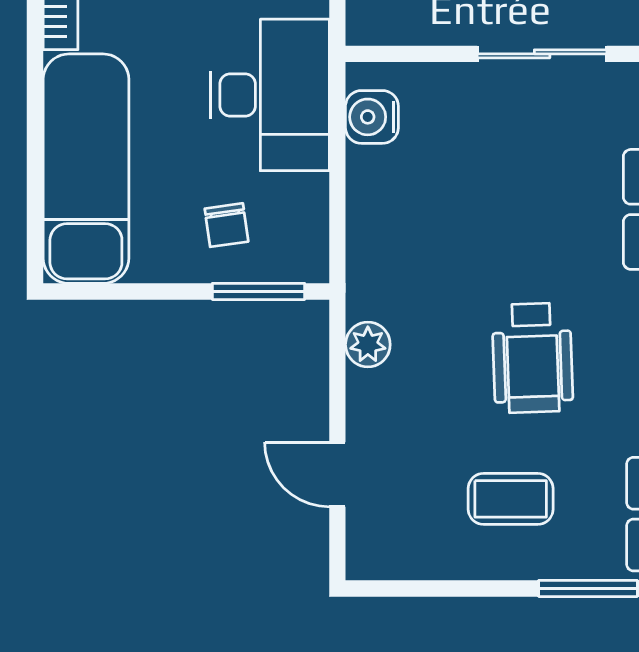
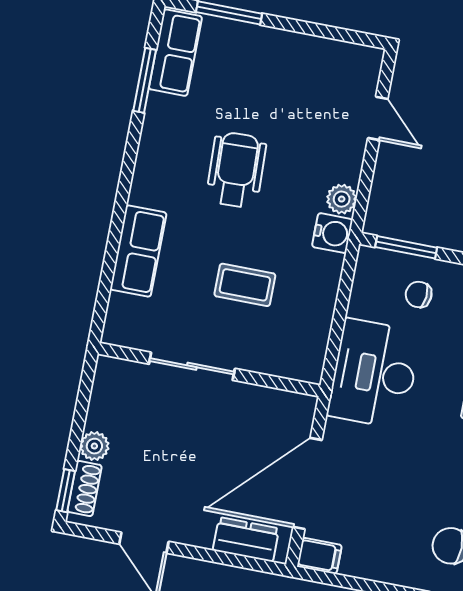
water cooler: (372, 117) -> (332, 233), moved
chair: (226, 225) -> (419, 294), turned -77
coffee table: (511, 499) -> (245, 285), moved

